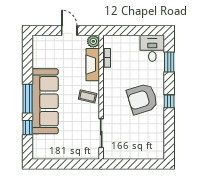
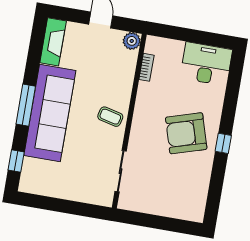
desk: (152, 48) -> (206, 64), width x1.37
window: (169, 62) -> (233, 88), removed
fireplace: (93, 65) -> (53, 42), moved, turned 180
window: (27, 128) -> (16, 161), moved

